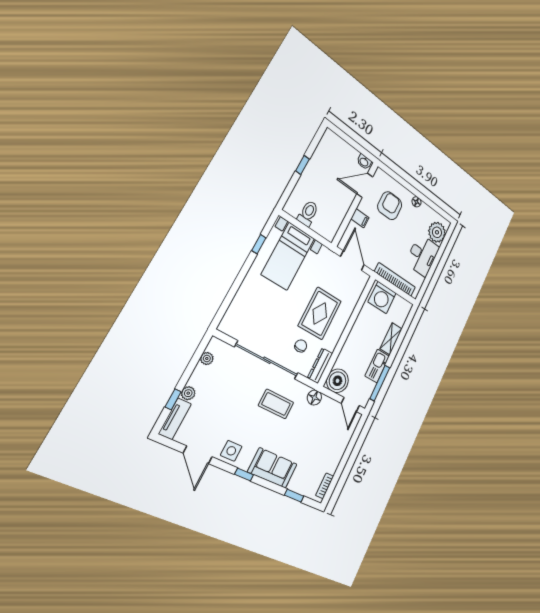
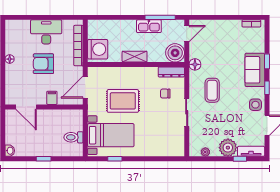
washbasin: (364, 162) -> (10, 151), moved
armchair: (390, 206) -> (43, 64), moved
plant: (437, 232) -> (21, 29), removed
rug: (320, 313) -> (123, 101), moved
shelving: (391, 339) -> (135, 57), moved
sliding door: (267, 360) -> (187, 112), width x0.54
plant: (188, 393) -> (228, 148), width x1.87, depth x1.87
window: (294, 496) -> (267, 61), moved

